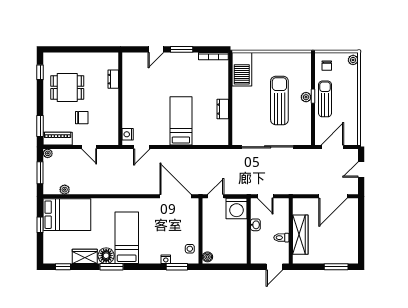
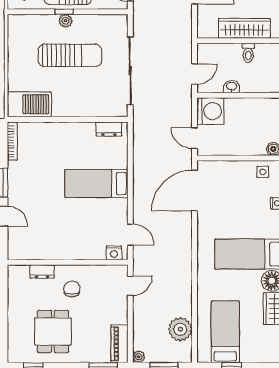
sun lounger: (279, 101) -> (70, 55), turned 180
dresser: (223, 109) -> (109, 129), moved
chair: (82, 118) -> (72, 289), moved
door: (89, 147) -> (130, 286), moved
plant: (65, 190) -> (180, 329), width x1.88, depth x1.88
bed: (67, 215) -> (225, 332), width x0.67

